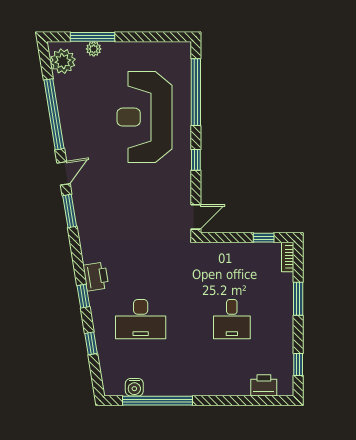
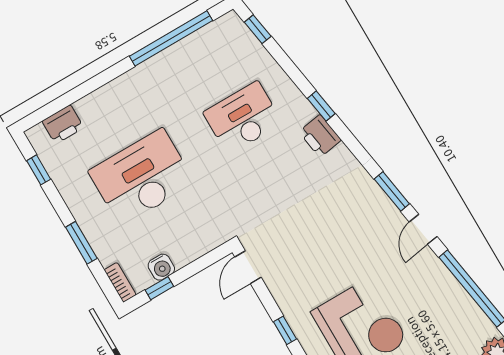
desk: (232, 319) -> (142, 177), width x1.87, depth x1.30
window: (91, 343) -> (258, 29), moved
water cooler: (134, 387) -> (161, 267), moved, turned 180

